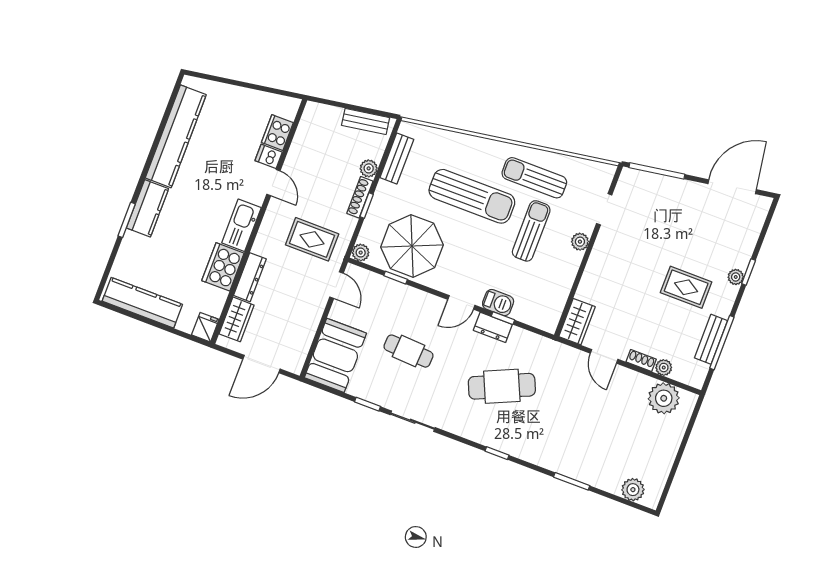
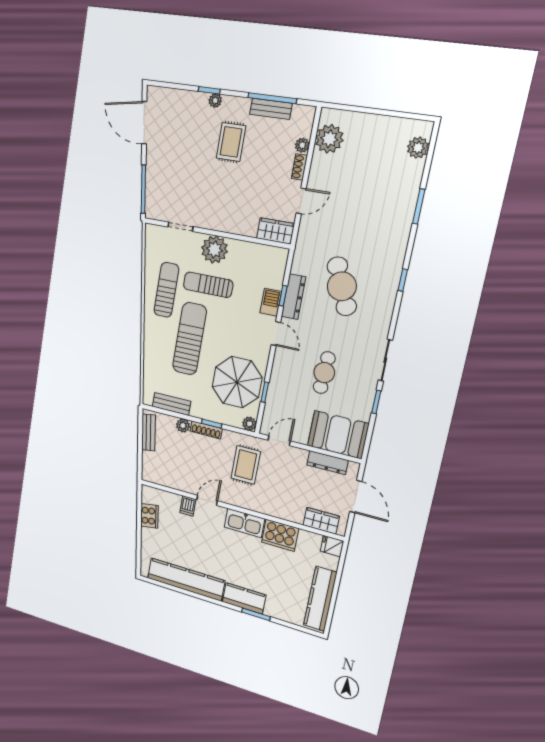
cooker: (277, 133) -> (149, 516), moved, turned -99
sun lounger: (534, 178) -> (166, 290), turned 180
plant: (580, 242) -> (214, 249), width x1.88, depth x1.88
dresser: (250, 277) -> (327, 463), moved, turned 180
dresser: (493, 327) -> (293, 297), width x1.44

